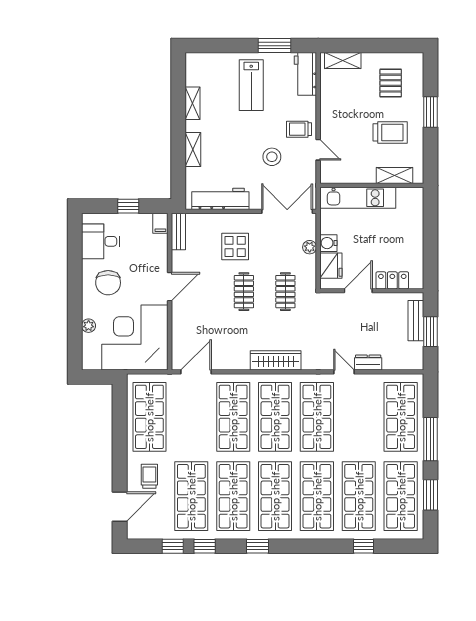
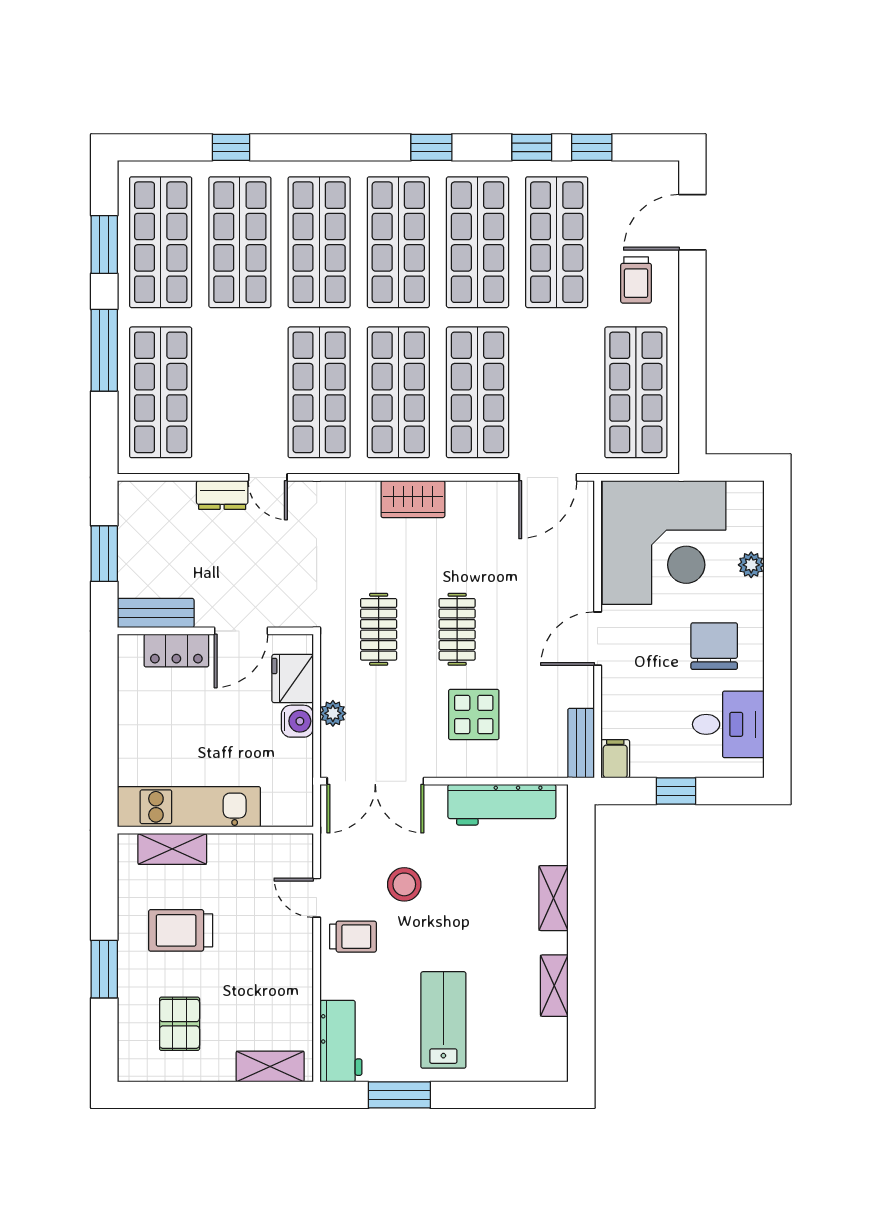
kitchen unit: (358, 198) -> (189, 807), moved
bench: (416, 321) -> (156, 613), moved, turned 90
wardrobe: (276, 360) -> (413, 499), width x0.67

